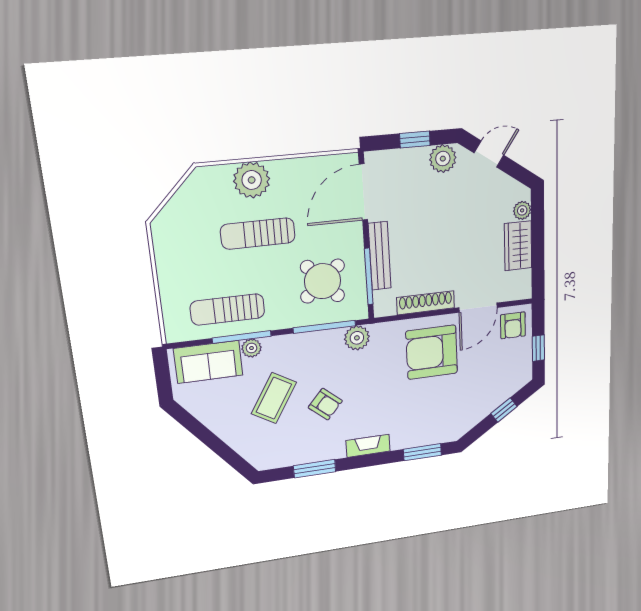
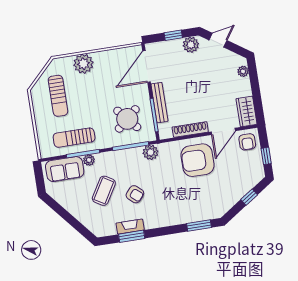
sun lounger: (258, 234) -> (58, 96), moved, turned -90
wardrobe: (518, 246) -> (246, 111), moved
fireplace: (368, 446) -> (130, 227), moved

